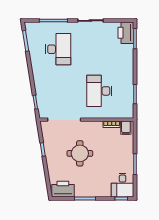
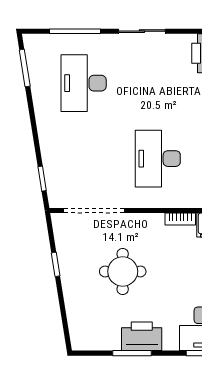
desk: (58, 49) -> (84, 83), turned 180
printer: (63, 189) -> (142, 336), moved

